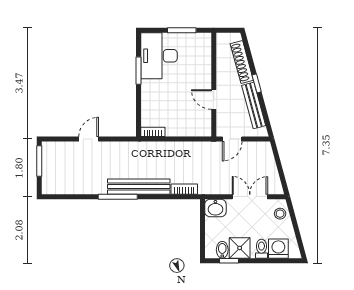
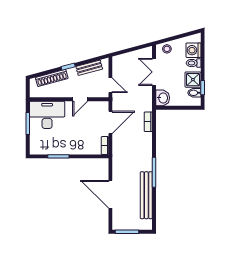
desk: (159, 56) -> (47, 115), moved, turned 180
bench: (254, 106) -> (89, 68), width x0.73
door: (89, 139) -> (110, 194), width x1.87
door: (183, 139) -> (110, 122), added
bench: (139, 187) -> (146, 195), moved

